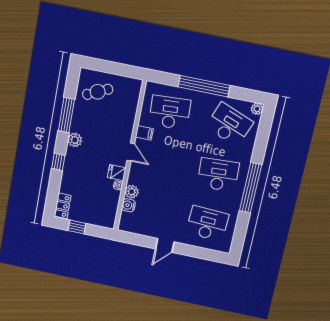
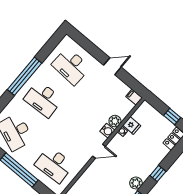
filing cabinet: (144, 133) -> (134, 97), moved
door: (131, 152) -> (99, 151), swing flipped
fridge: (117, 173) -> (132, 126), moved
water cooler: (128, 205) -> (107, 131), moved

